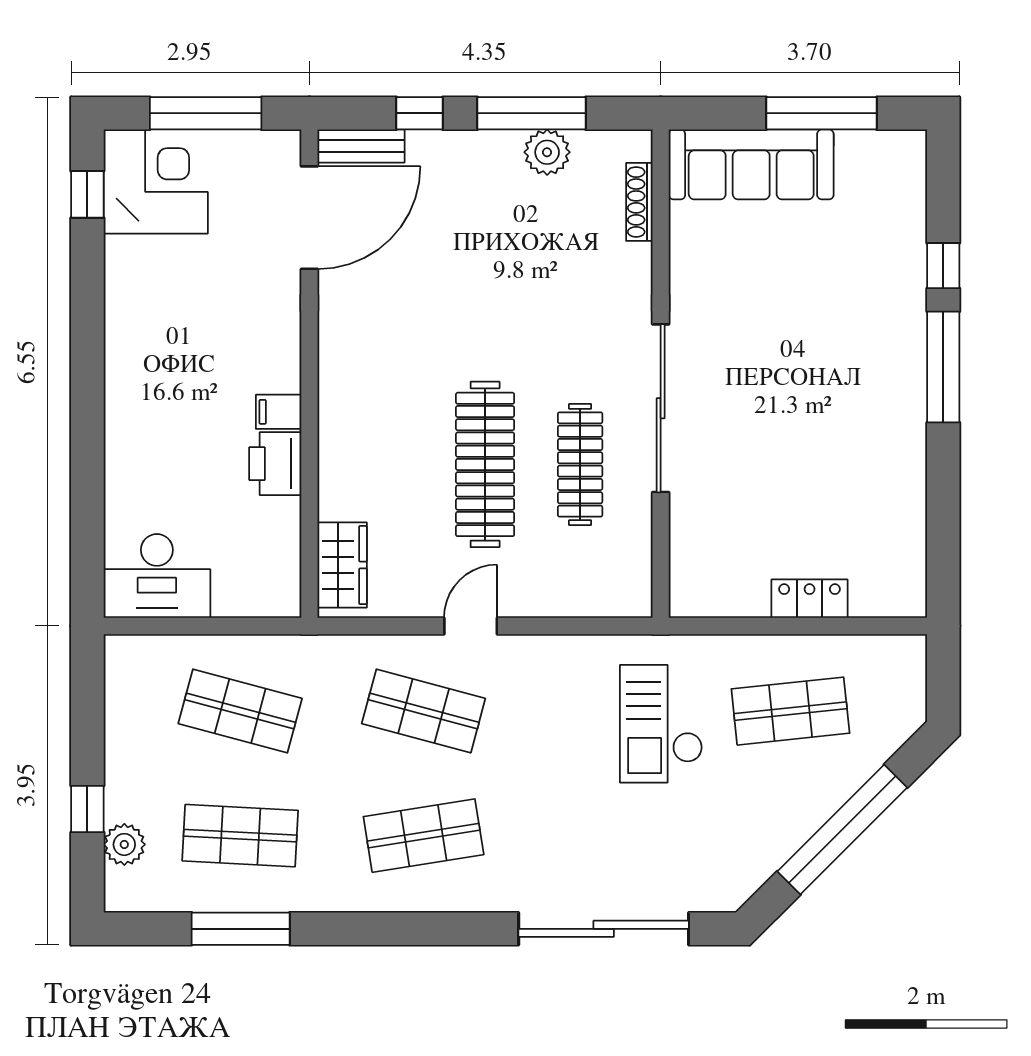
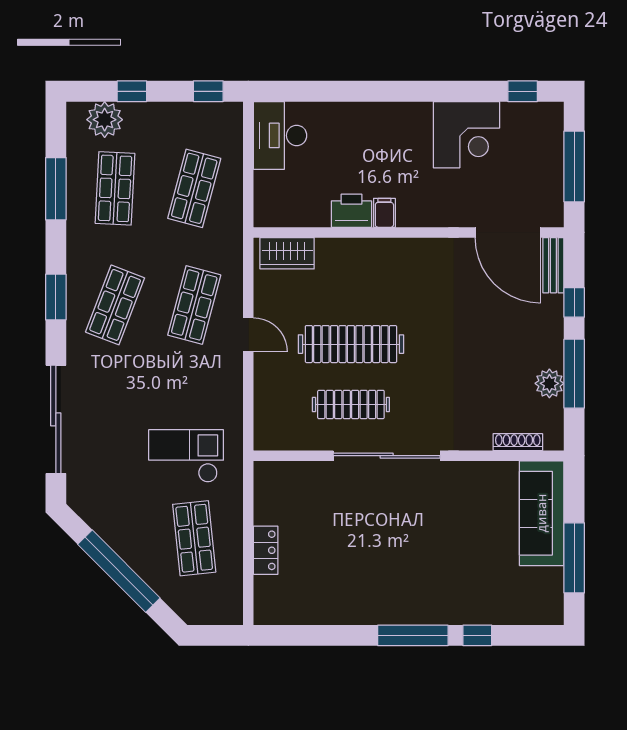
corner desk: (156, 182) -> (466, 135), moved
window: (87, 689) -> (208, 91), added
shop shelf: (424, 836) -> (115, 305), turned 30
plant: (124, 844) -> (105, 120), width x1.36, depth x1.36
window: (411, 929) -> (56, 297), added

